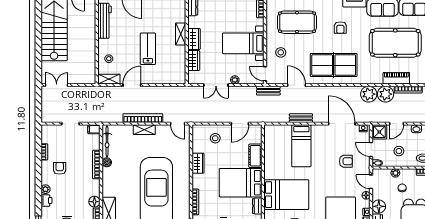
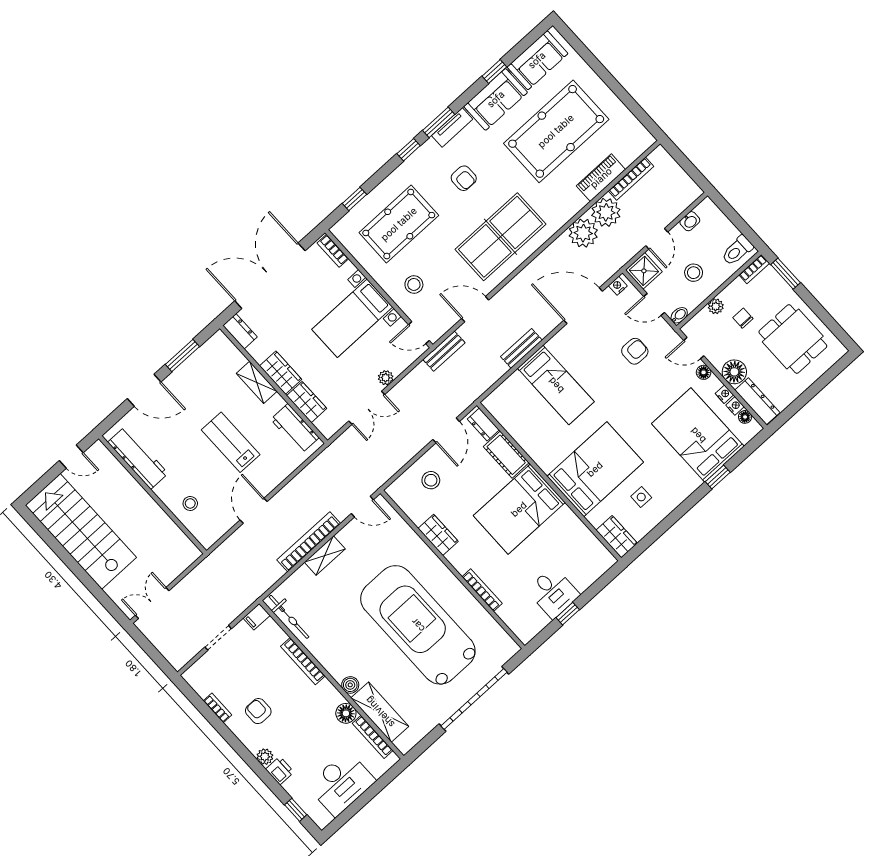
workbench: (179, 67) -> (295, 428), added
shelving: (109, 79) -> (215, 531), removed
boiler: (107, 162) -> (350, 685), moved
dresser: (257, 206) -> (483, 424), moved

